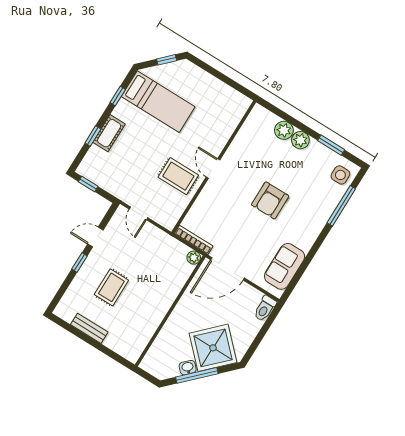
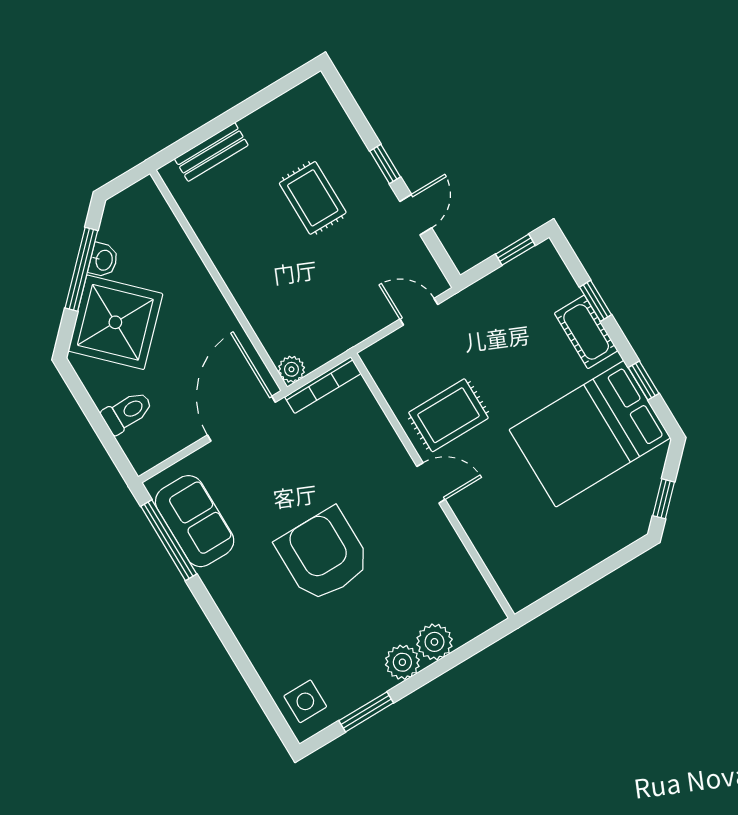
bed: (158, 102) -> (590, 434), width x1.50
armchair: (270, 200) -> (323, 555), width x1.36, depth x1.36
window: (341, 206) -> (169, 540), moved
toilet: (265, 308) -> (127, 412), moved, turned 90
bench: (89, 328) -> (211, 152), moved

